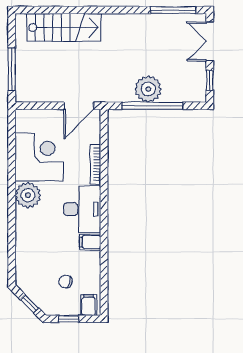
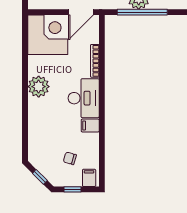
corner desk: (39, 157) -> (48, 35), moved

